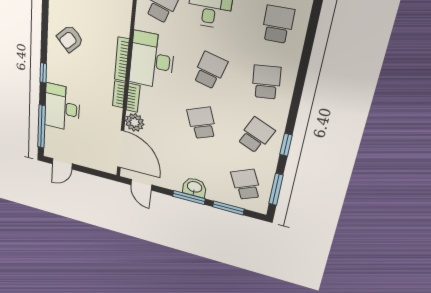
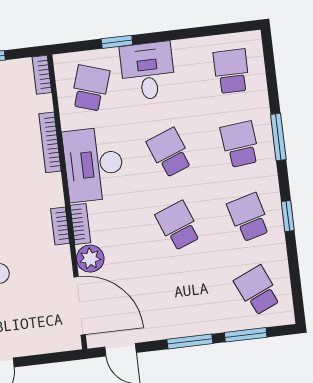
bookcase: (122, 59) -> (50, 142), moved
school desk: (210, 70) -> (170, 153), turned -36
school desk: (256, 135) -> (249, 217), turned -39
washbasin: (194, 187) -> (193, 323), removed
window: (276, 189) -> (278, 137), moved

